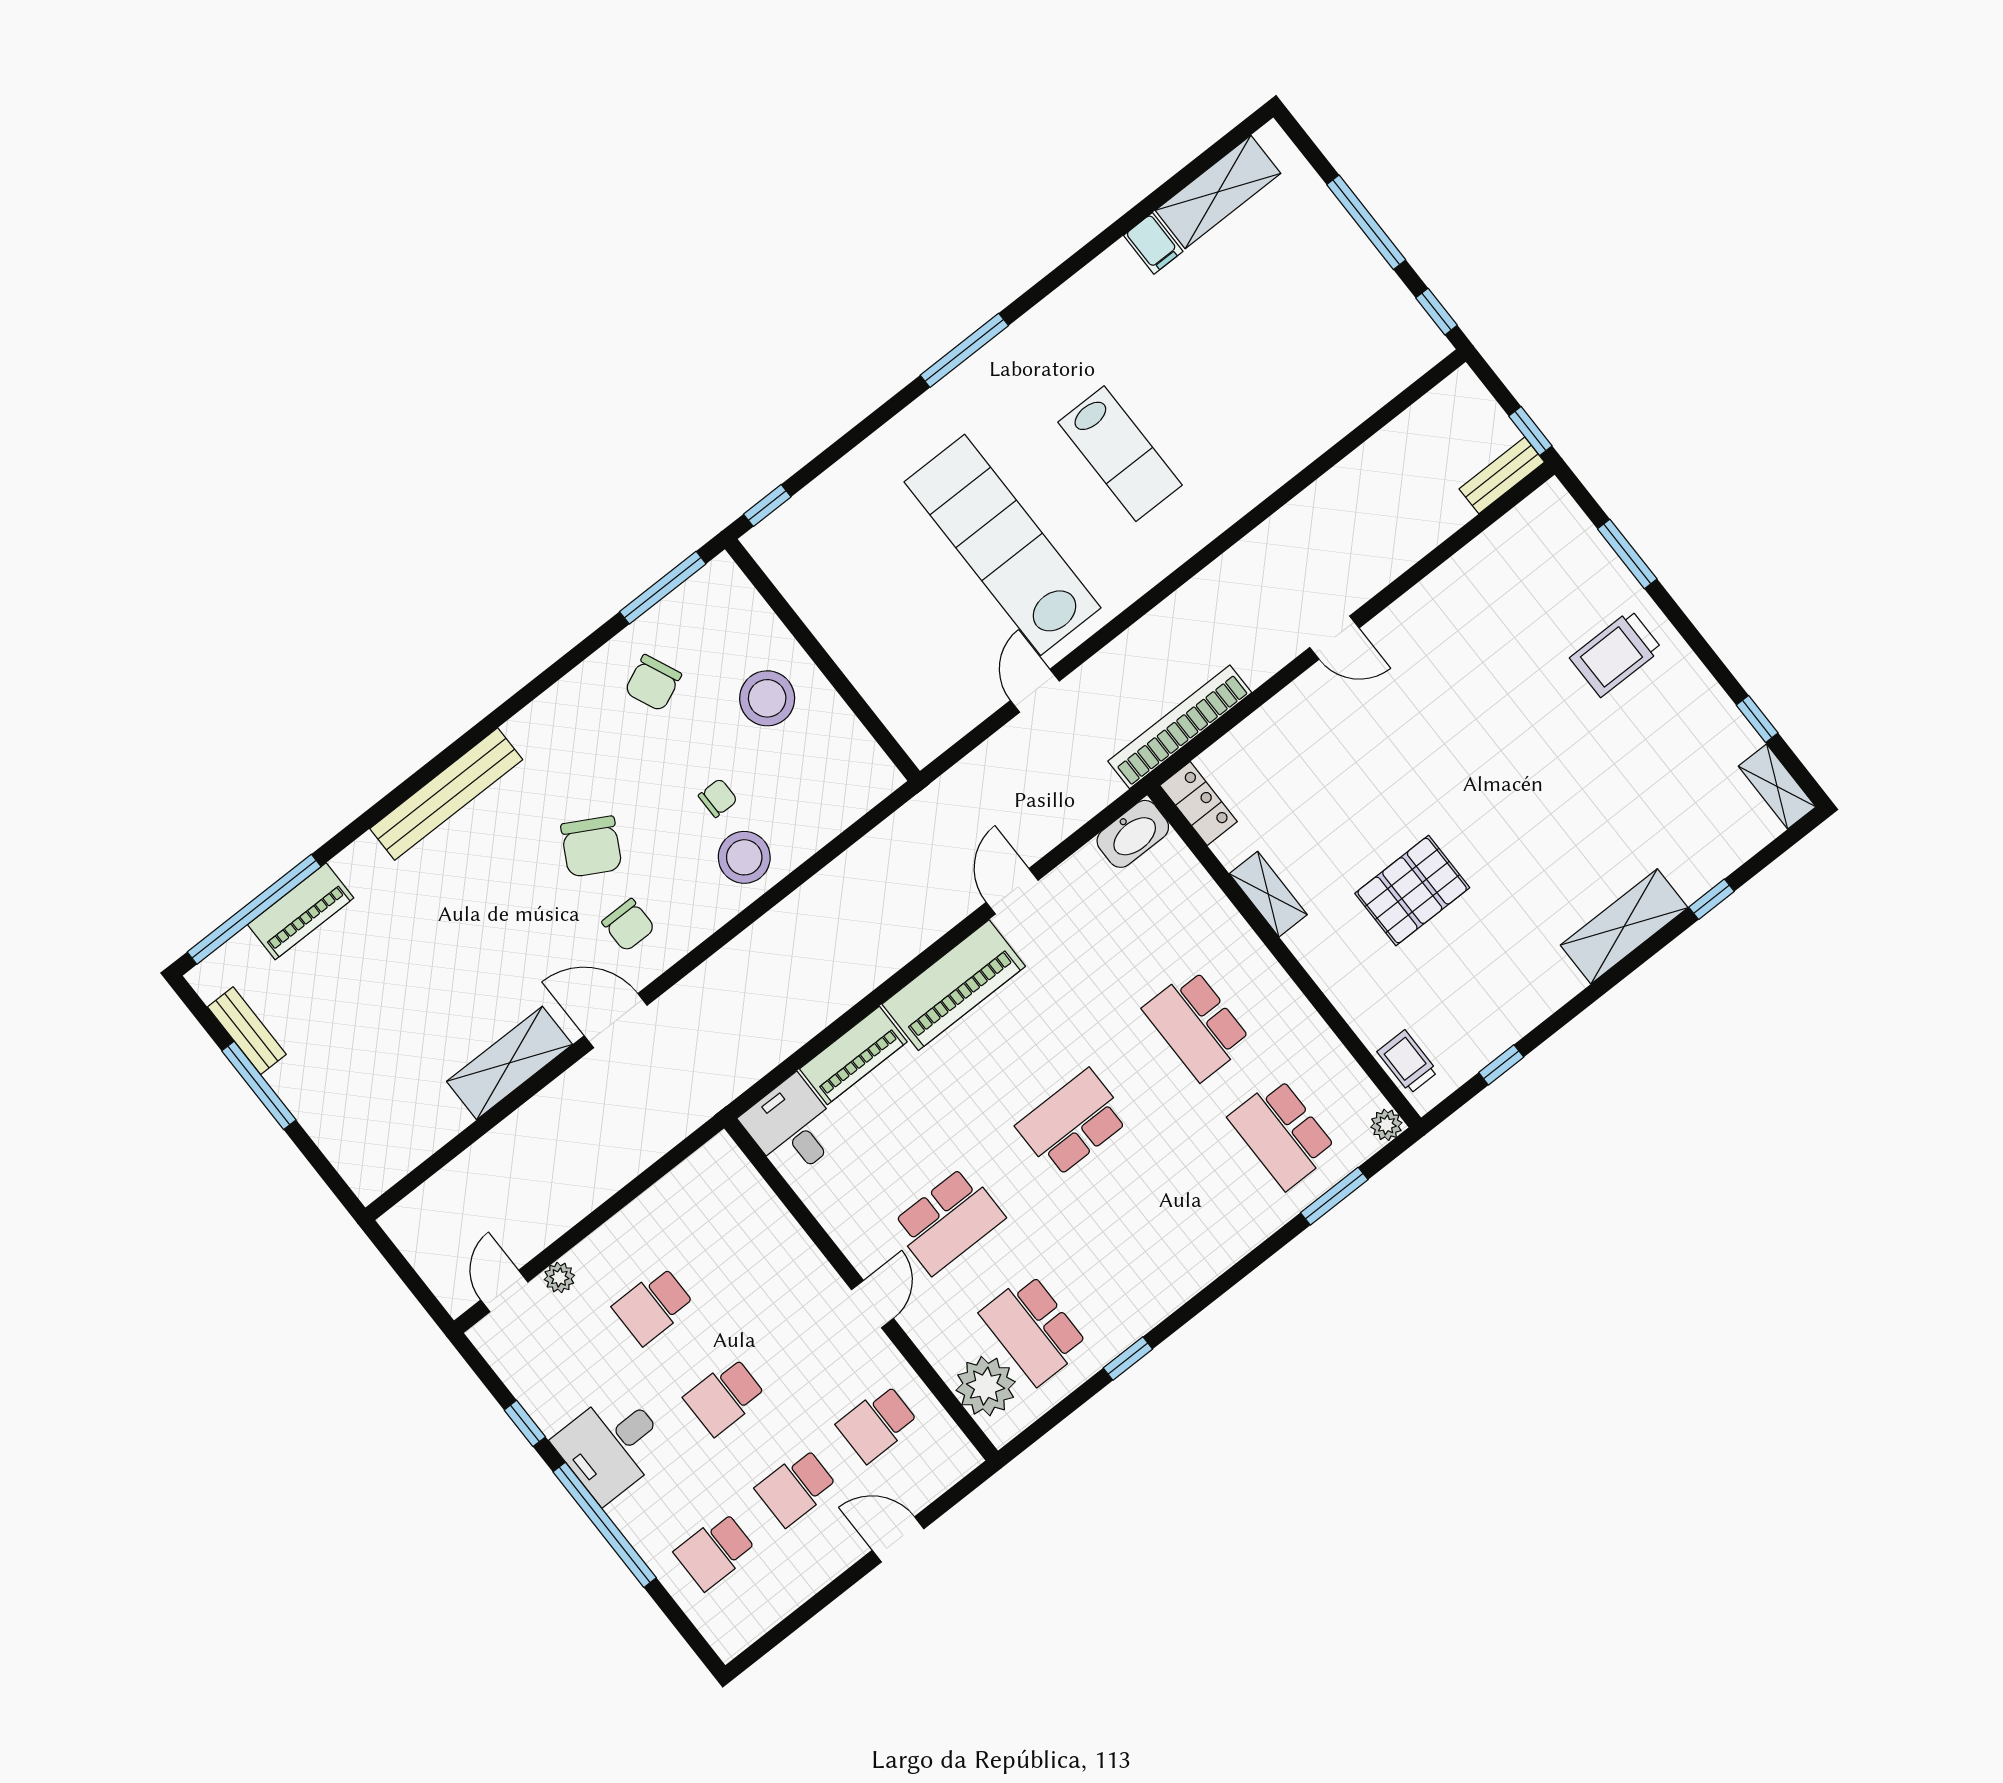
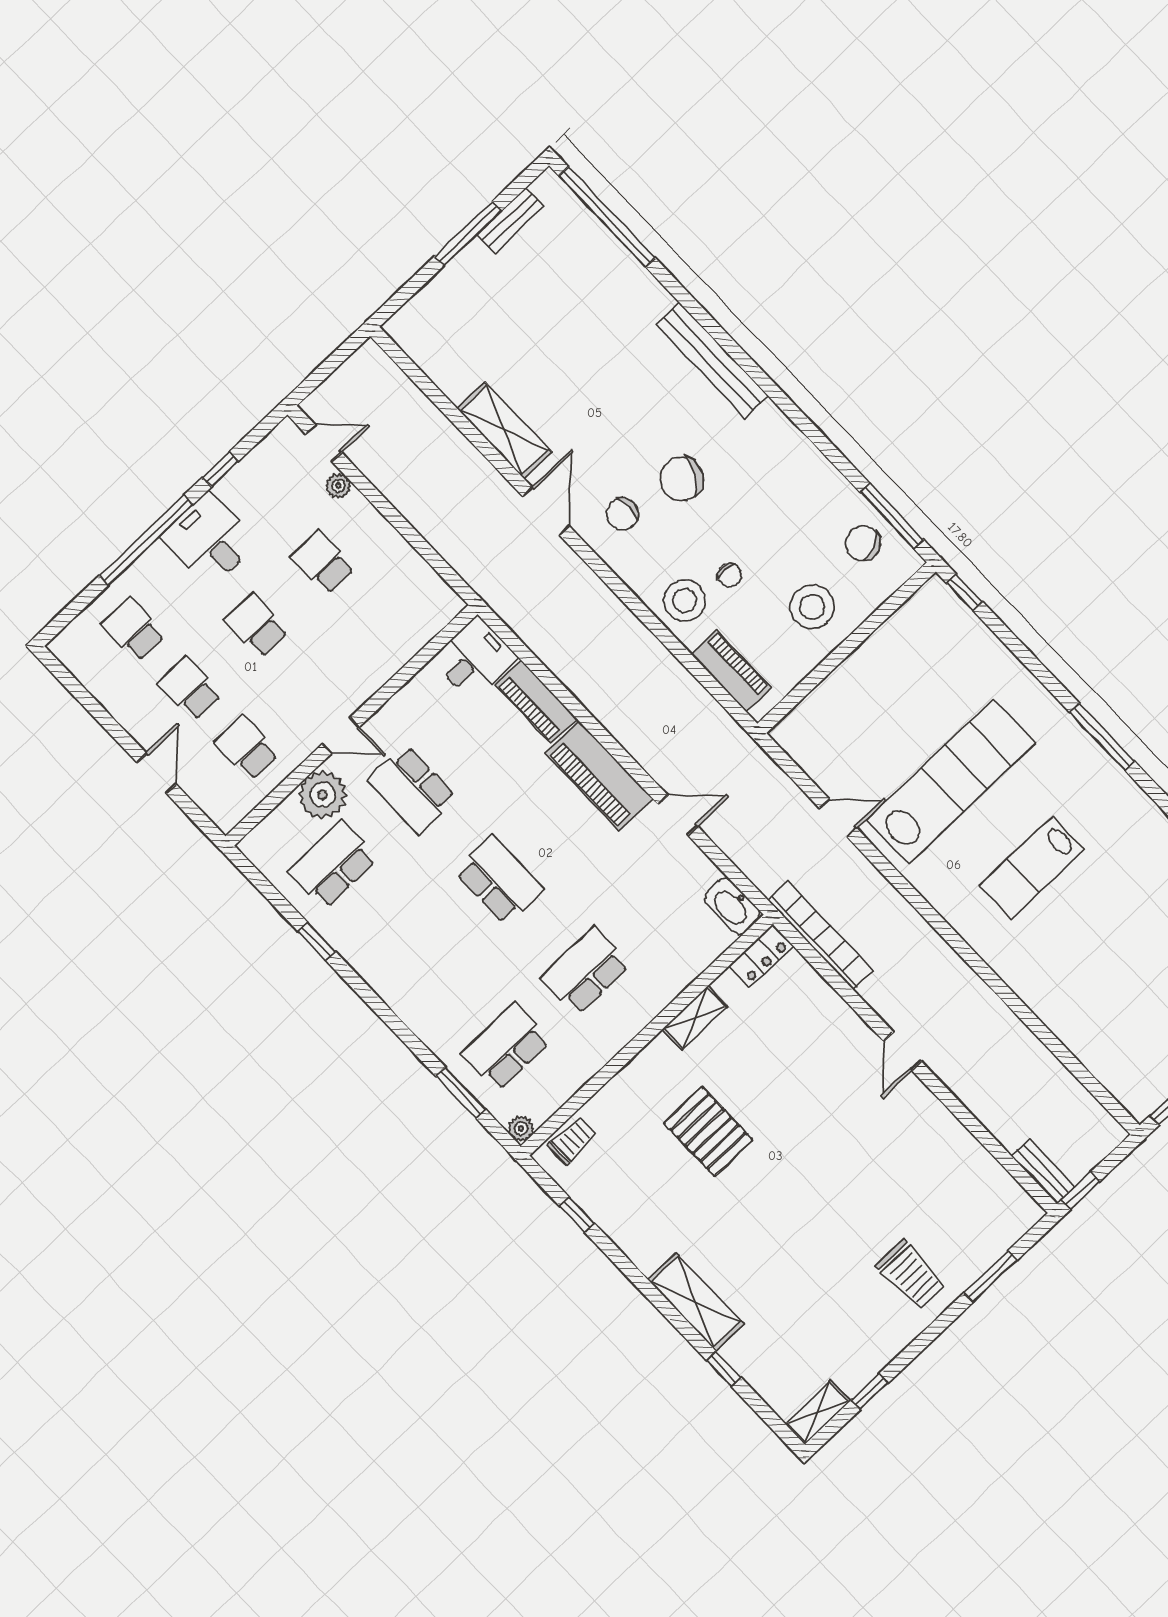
trolley: (1616, 654) -> (911, 1275), turned 180
chair: (653, 683) -> (863, 543), moved
piano: (301, 911) -> (731, 671), moved, turned 180
plant: (986, 1386) -> (323, 795), moved

